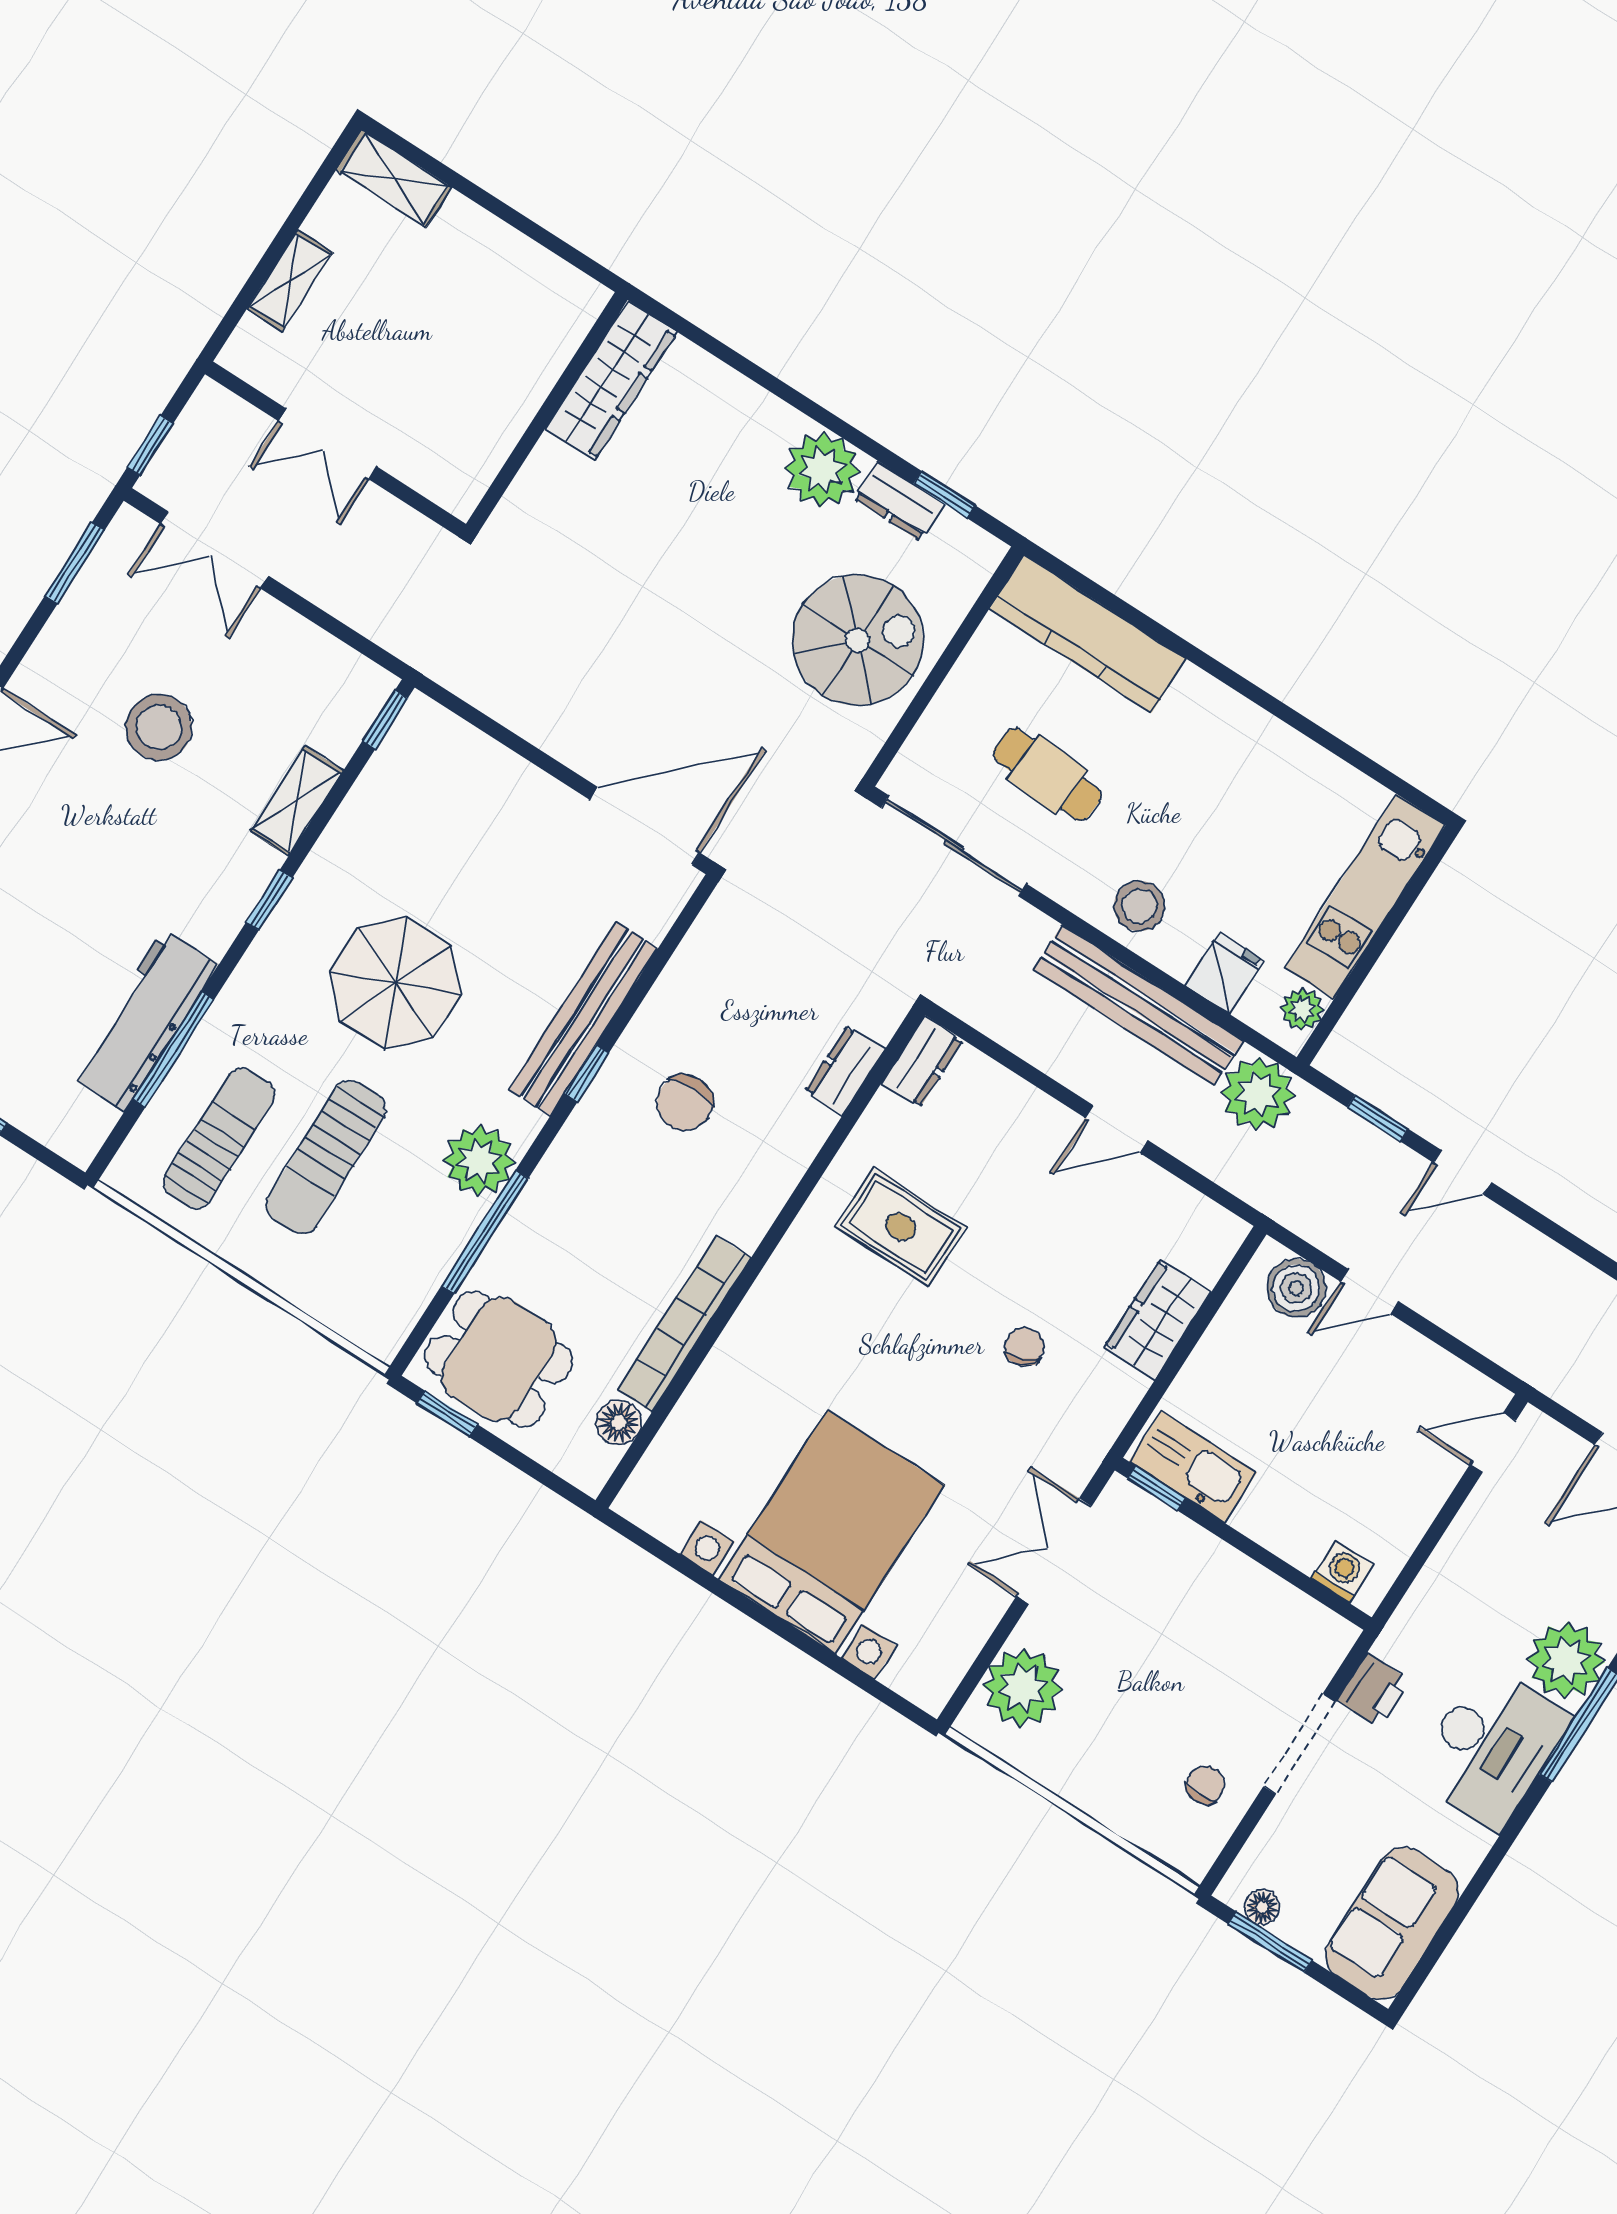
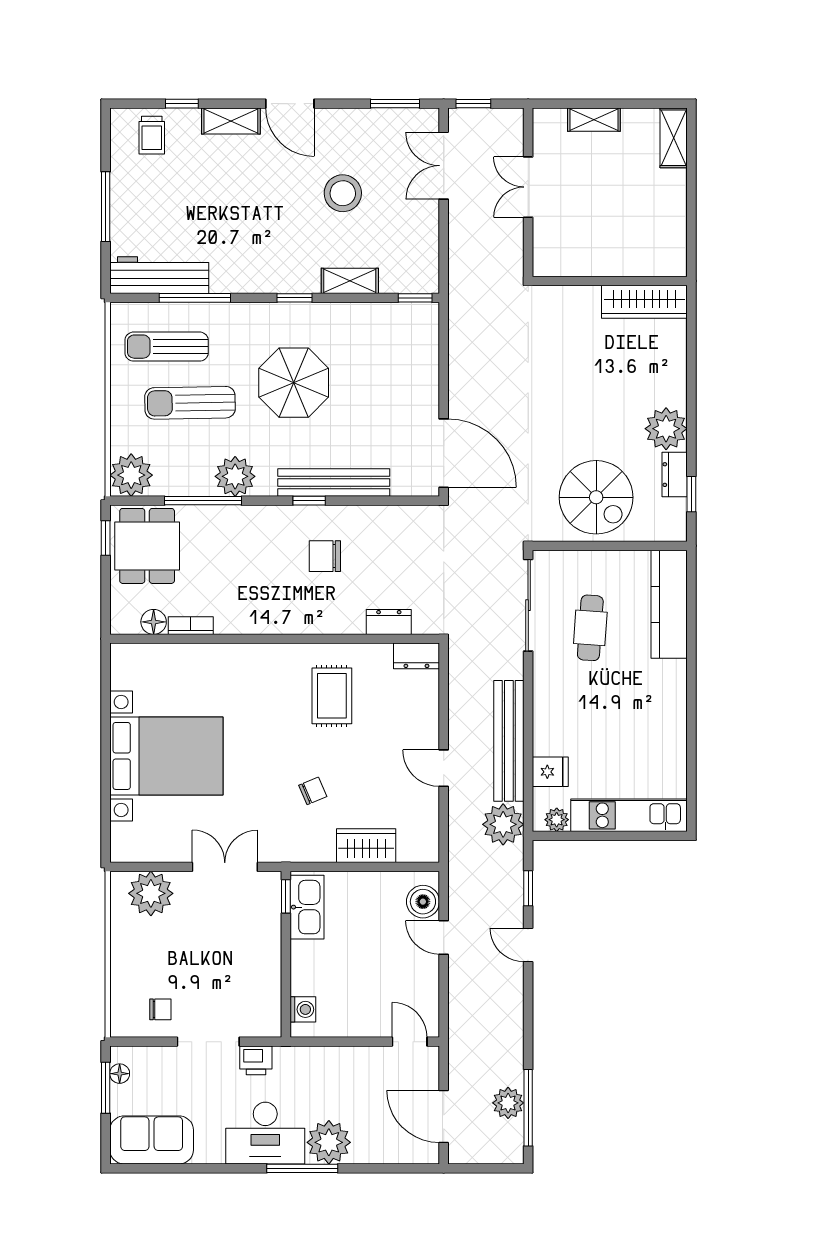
stool: (1139, 906) -> (556, 711), removed
workbench: (144, 1020) -> (159, 275), moved
sun lounger: (219, 1138) -> (167, 347), turned 180
plant: (377, 1315) -> (131, 475), added
bookcase: (684, 1324) -> (191, 626), width x0.43, depth x0.76

